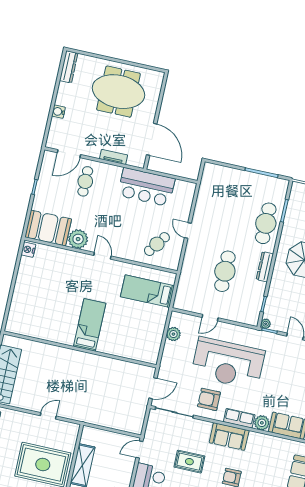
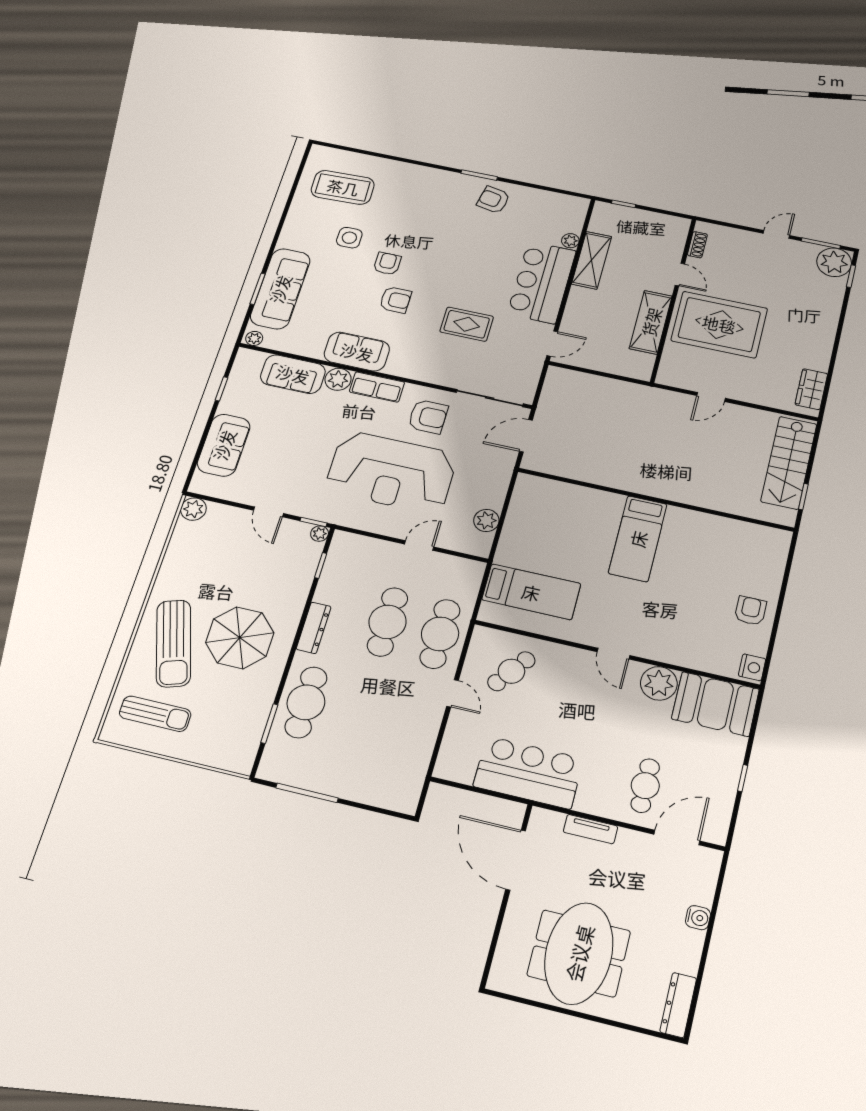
meeting table: (118, 92) -> (579, 953), turned 90
cafe table: (196, 265) -> (440, 634), added
armchair: (28, 283) -> (750, 611), added
reception desk: (228, 363) -> (391, 472), turned 180
sofa: (229, 437) -> (357, 352), moved

